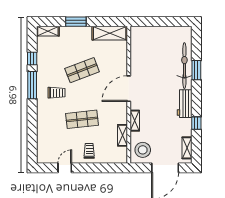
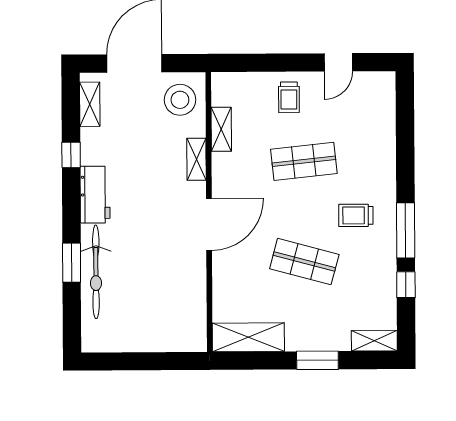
shop shelf: (82, 70) -> (304, 262), turned 36

